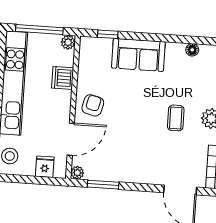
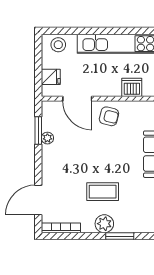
coffee table: (176, 118) -> (103, 192), width x1.36, depth x1.30
plant: (77, 173) -> (47, 138), moved

